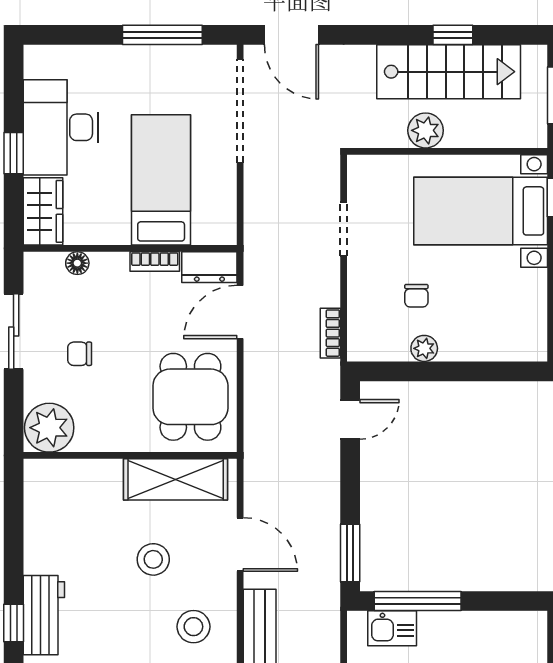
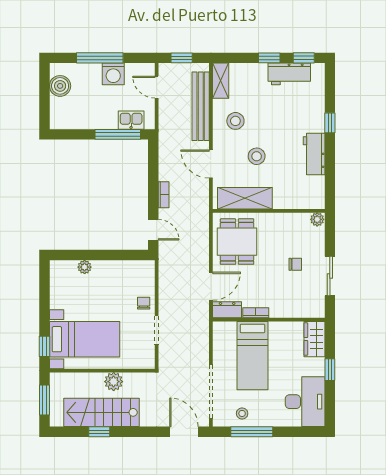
stool: (181, 70) -> (242, 413), added
desk: (61, 127) -> (305, 402), moved
floor lamp: (77, 263) -> (296, 312), removed
chair: (416, 296) -> (144, 303), moved
bookcase: (330, 333) -> (164, 195), moved
plant: (424, 348) -> (85, 267), moved
door: (350, 419) -> (153, 230), swing flipped
plant: (49, 428) -> (317, 219), width x0.53, depth x0.53
window: (350, 553) -> (153, 160), removed
workbench: (44, 615) -> (314, 154), moved

